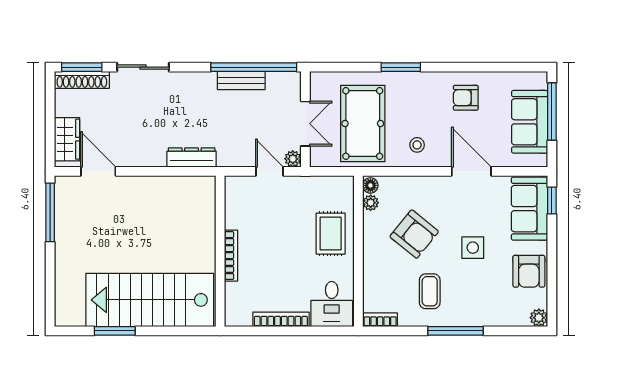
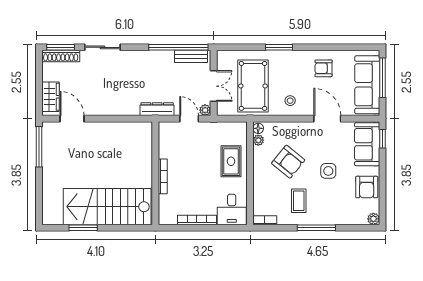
bench: (241, 80) -> (191, 56), moved
sofa: (530, 122) -> (367, 85), width x1.36
dresser: (192, 157) -> (157, 109), moved

